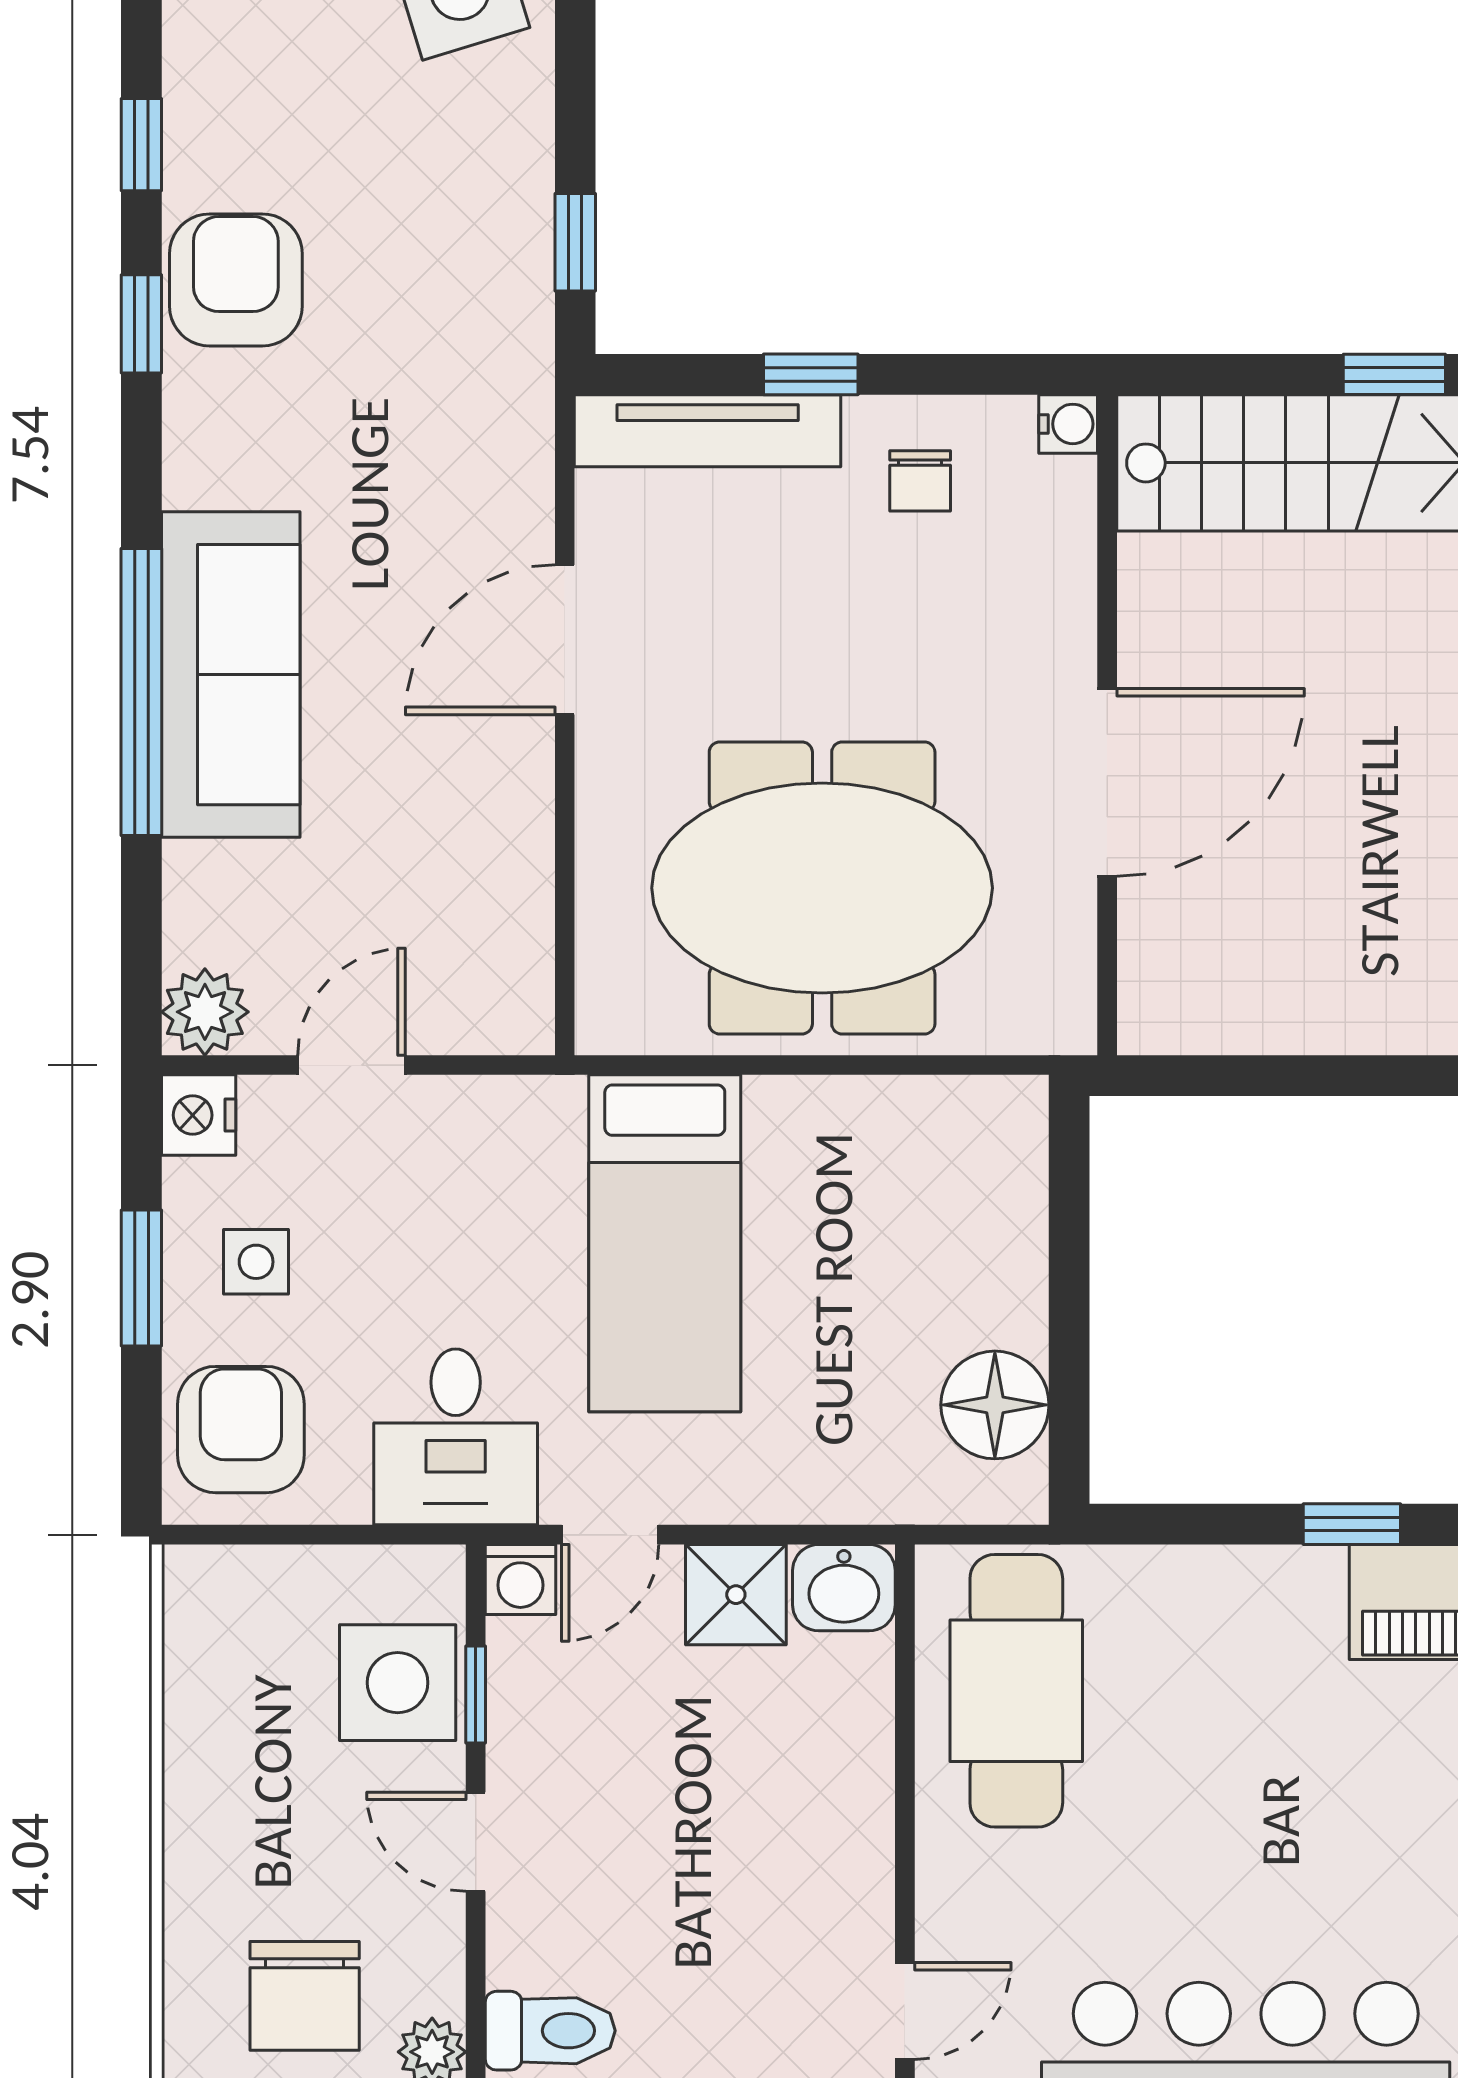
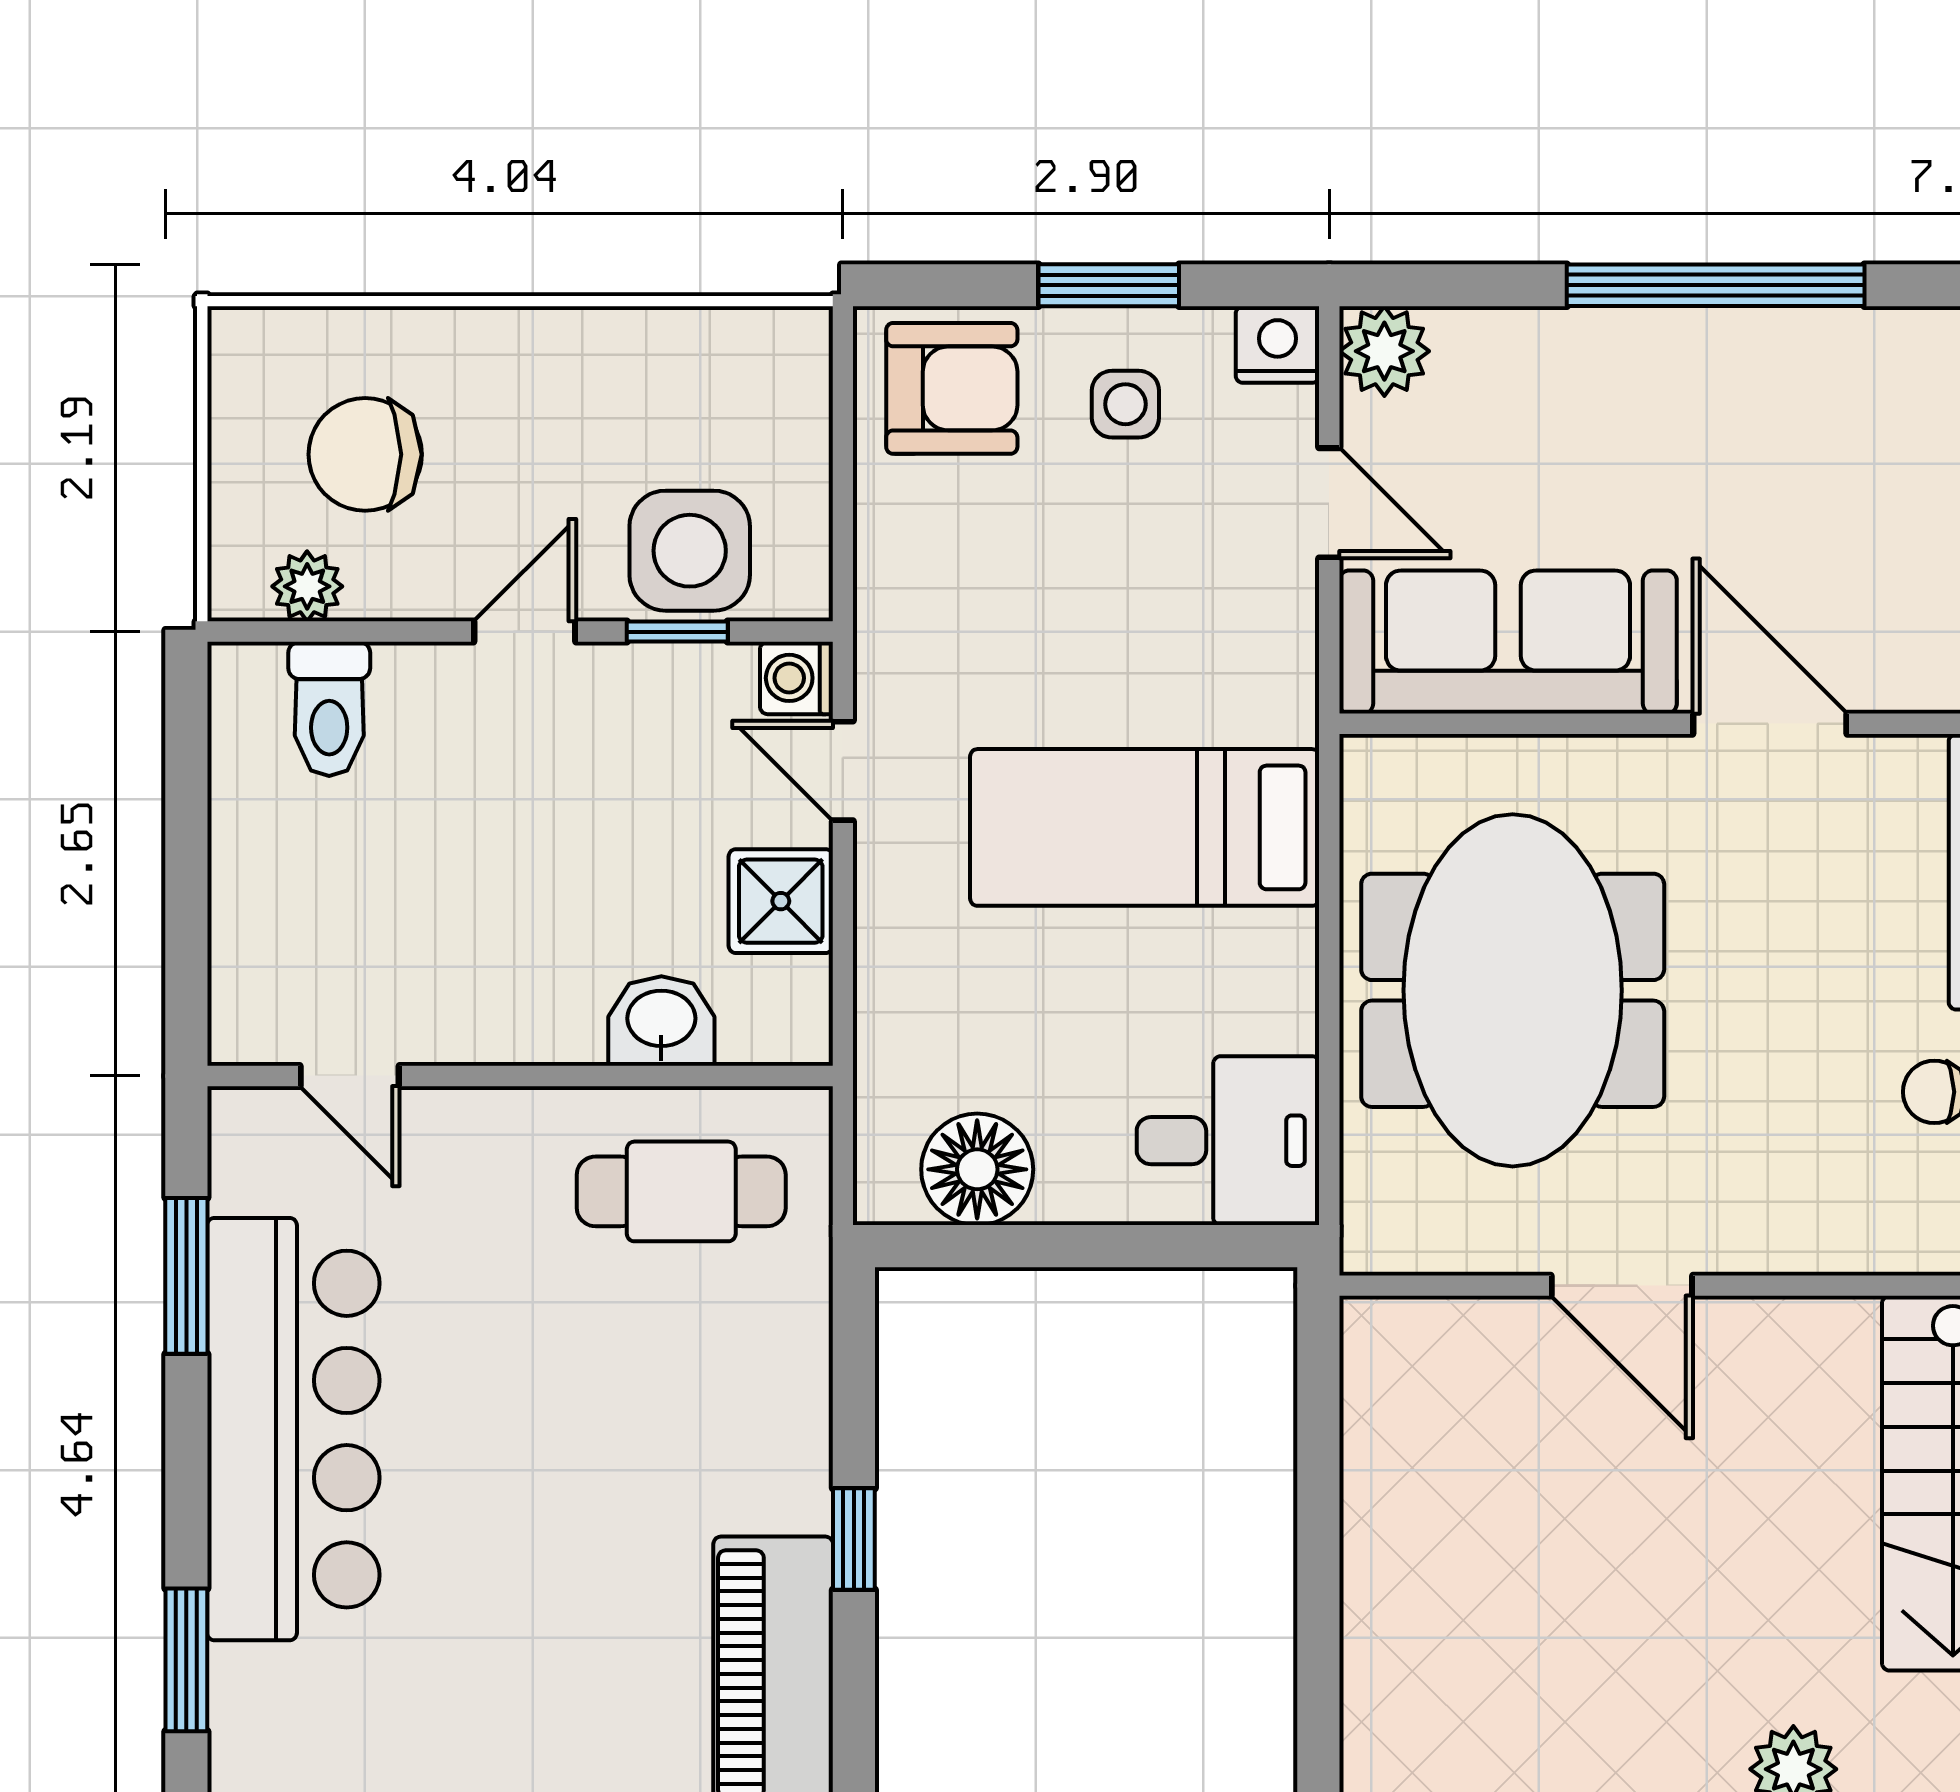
sofa: (231, 675) -> (1508, 642), moved, turned 180
door: (1107, 782) -> (1622, 1286), width x0.73
desk: (456, 1437) -> (1228, 1141), moved, turned 180
washbasin: (844, 1588) -> (661, 1021), moved, turned 90
cafe table: (1016, 1691) -> (681, 1191), width x0.73, depth x0.74

